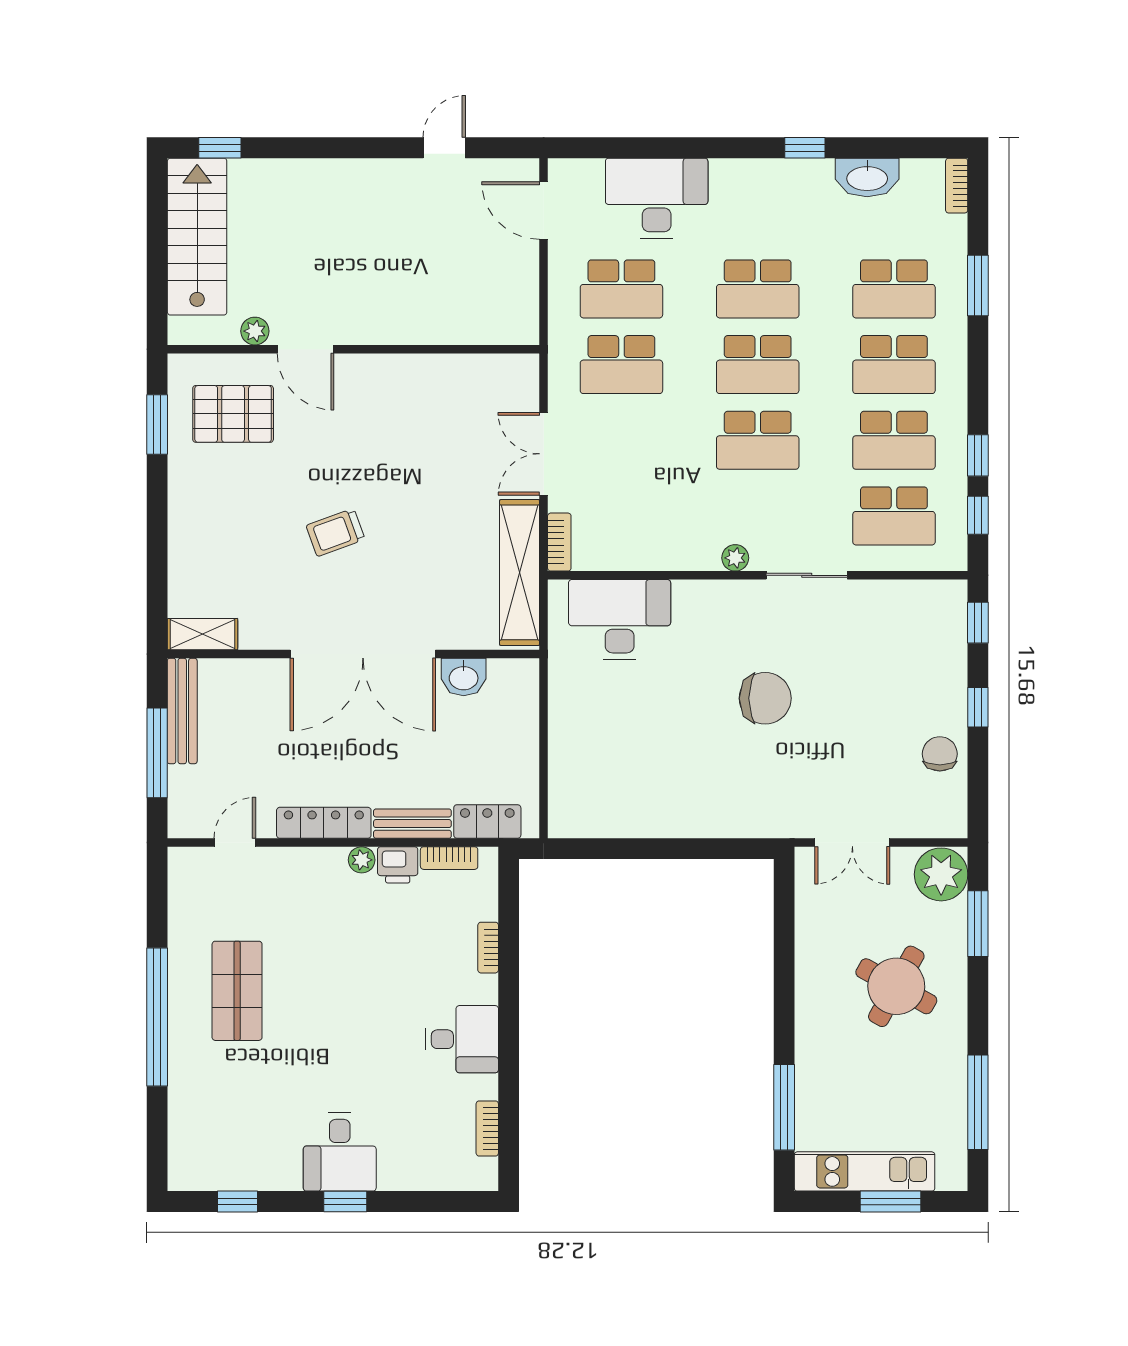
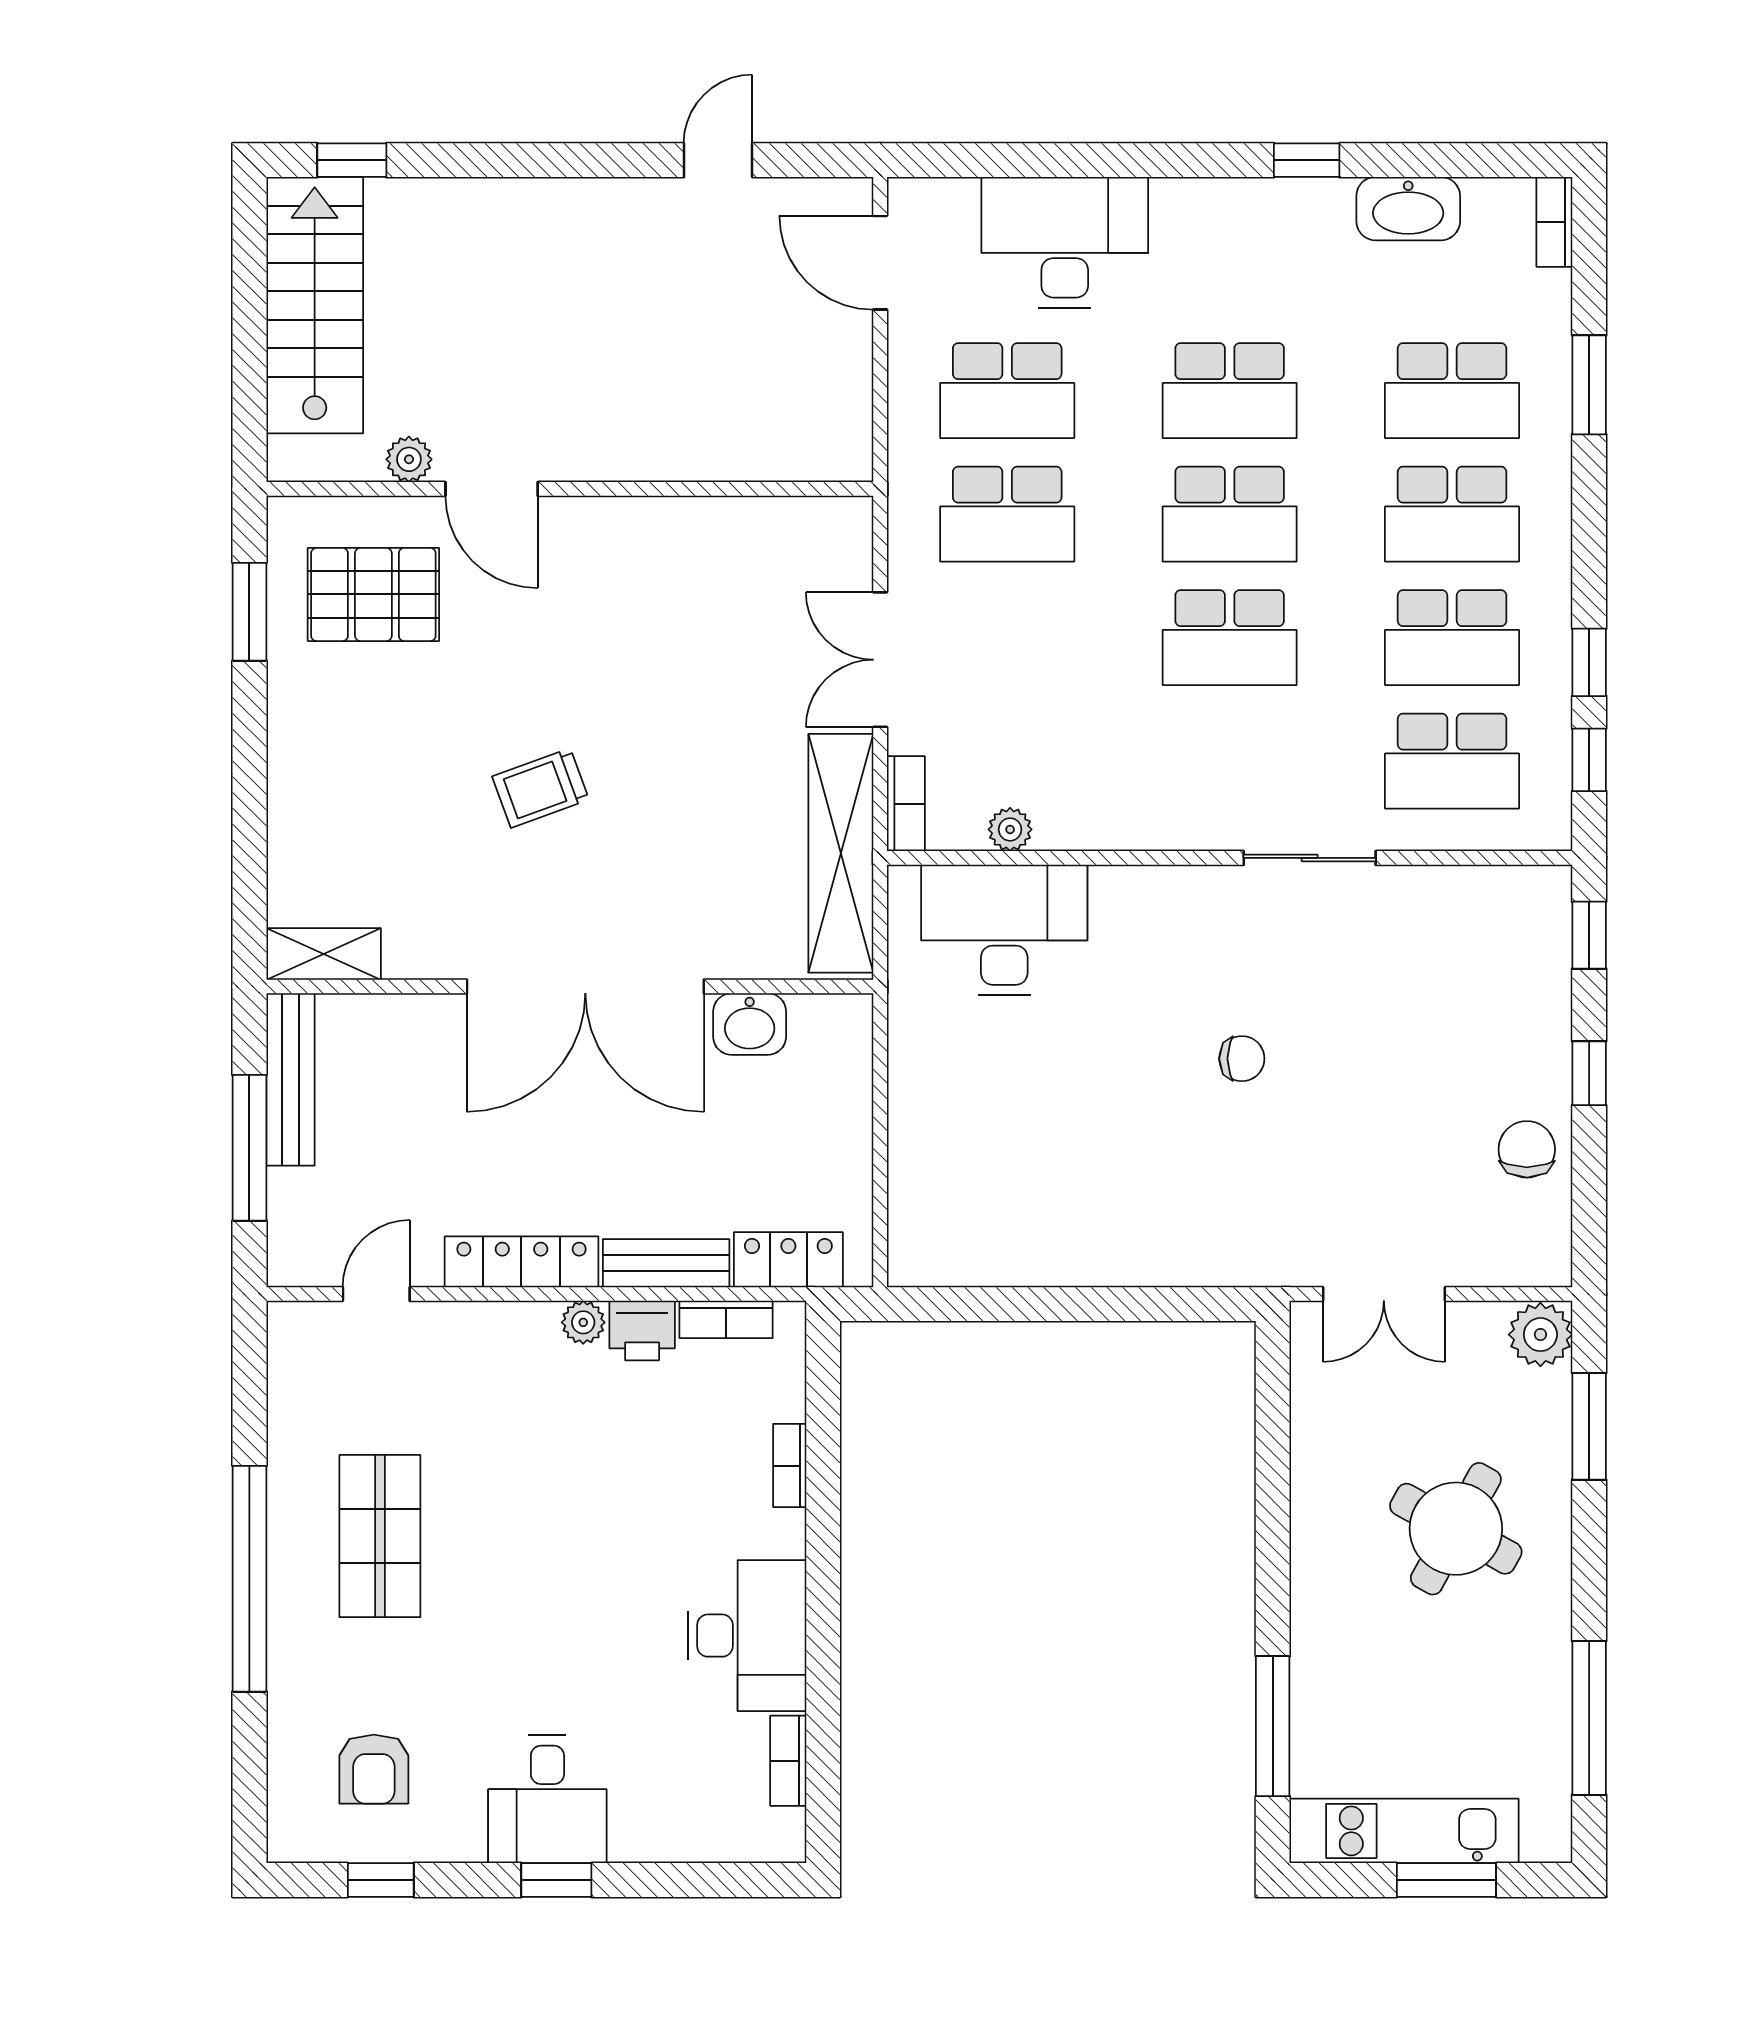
plant: (735, 558) -> (1010, 829), moved
chair: (765, 698) -> (1242, 1059), width x0.54, depth x0.54
plant: (941, 874) -> (1540, 1335), width x0.73, depth x0.73
desk: (462, 1039) -> (747, 1636), width x1.37
armchair: (233, 1134) -> (374, 1769), added

